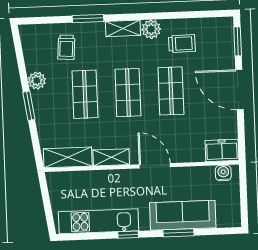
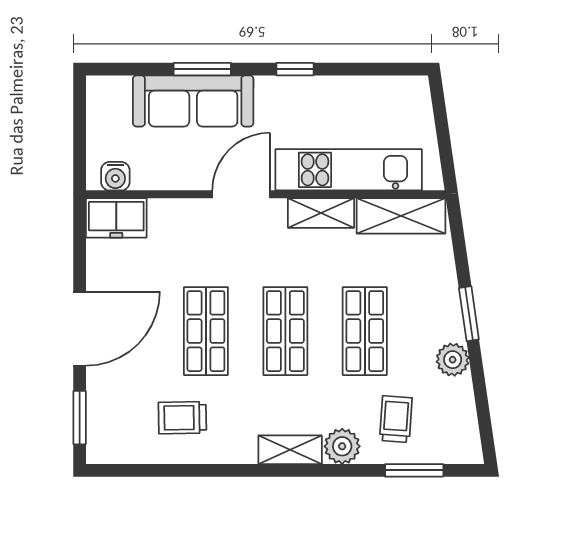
window: (88, 19) -> (414, 470), moved
plant: (151, 29) -> (342, 446), moved
door: (239, 90) -> (80, 329), hinge flipped
door: (155, 166) -> (241, 194), swing flipped
kitchen unit: (99, 221) -> (349, 170), moved, turned 180

